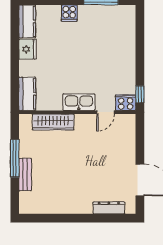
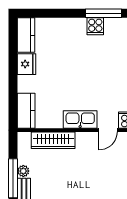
cooker: (69, 13) -> (95, 26), moved
plant: (25, 151) -> (23, 171), added

